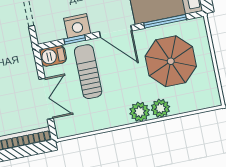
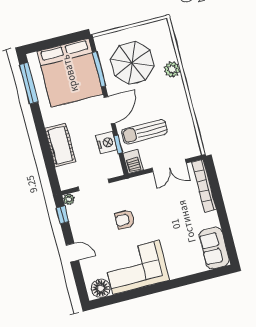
double door: (46, 99) -> (169, 166), swing flipped
plant: (140, 112) -> (176, 87), removed

